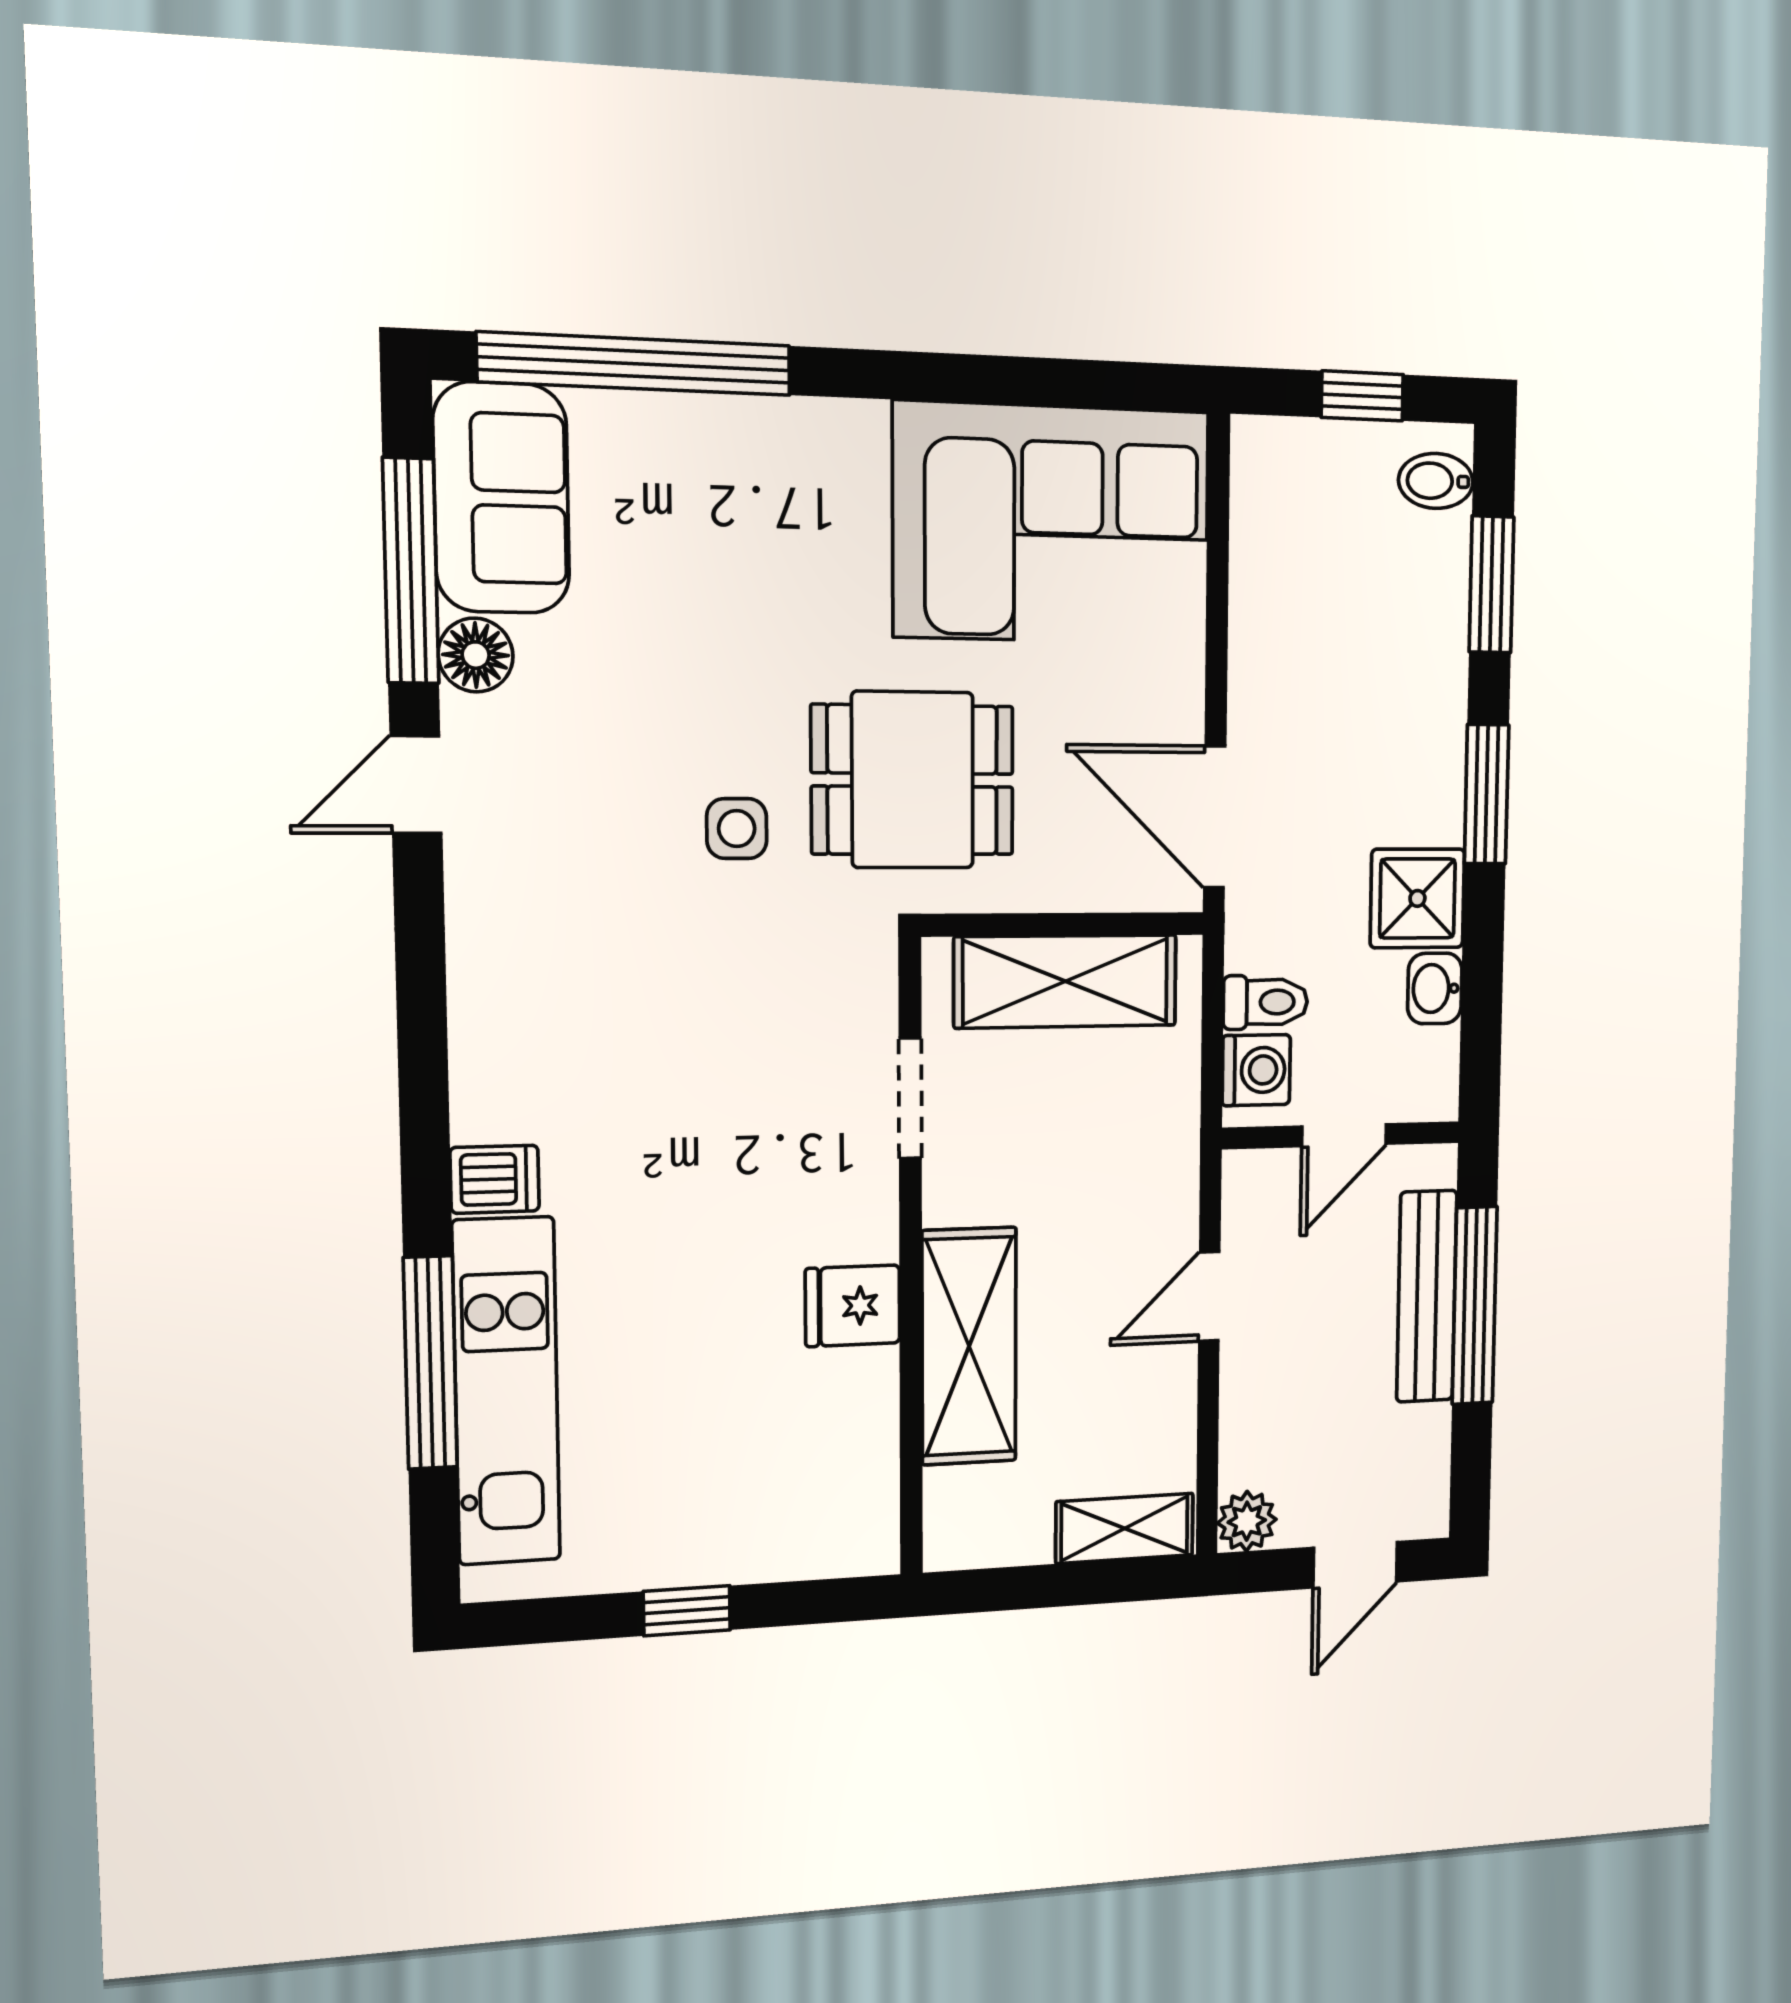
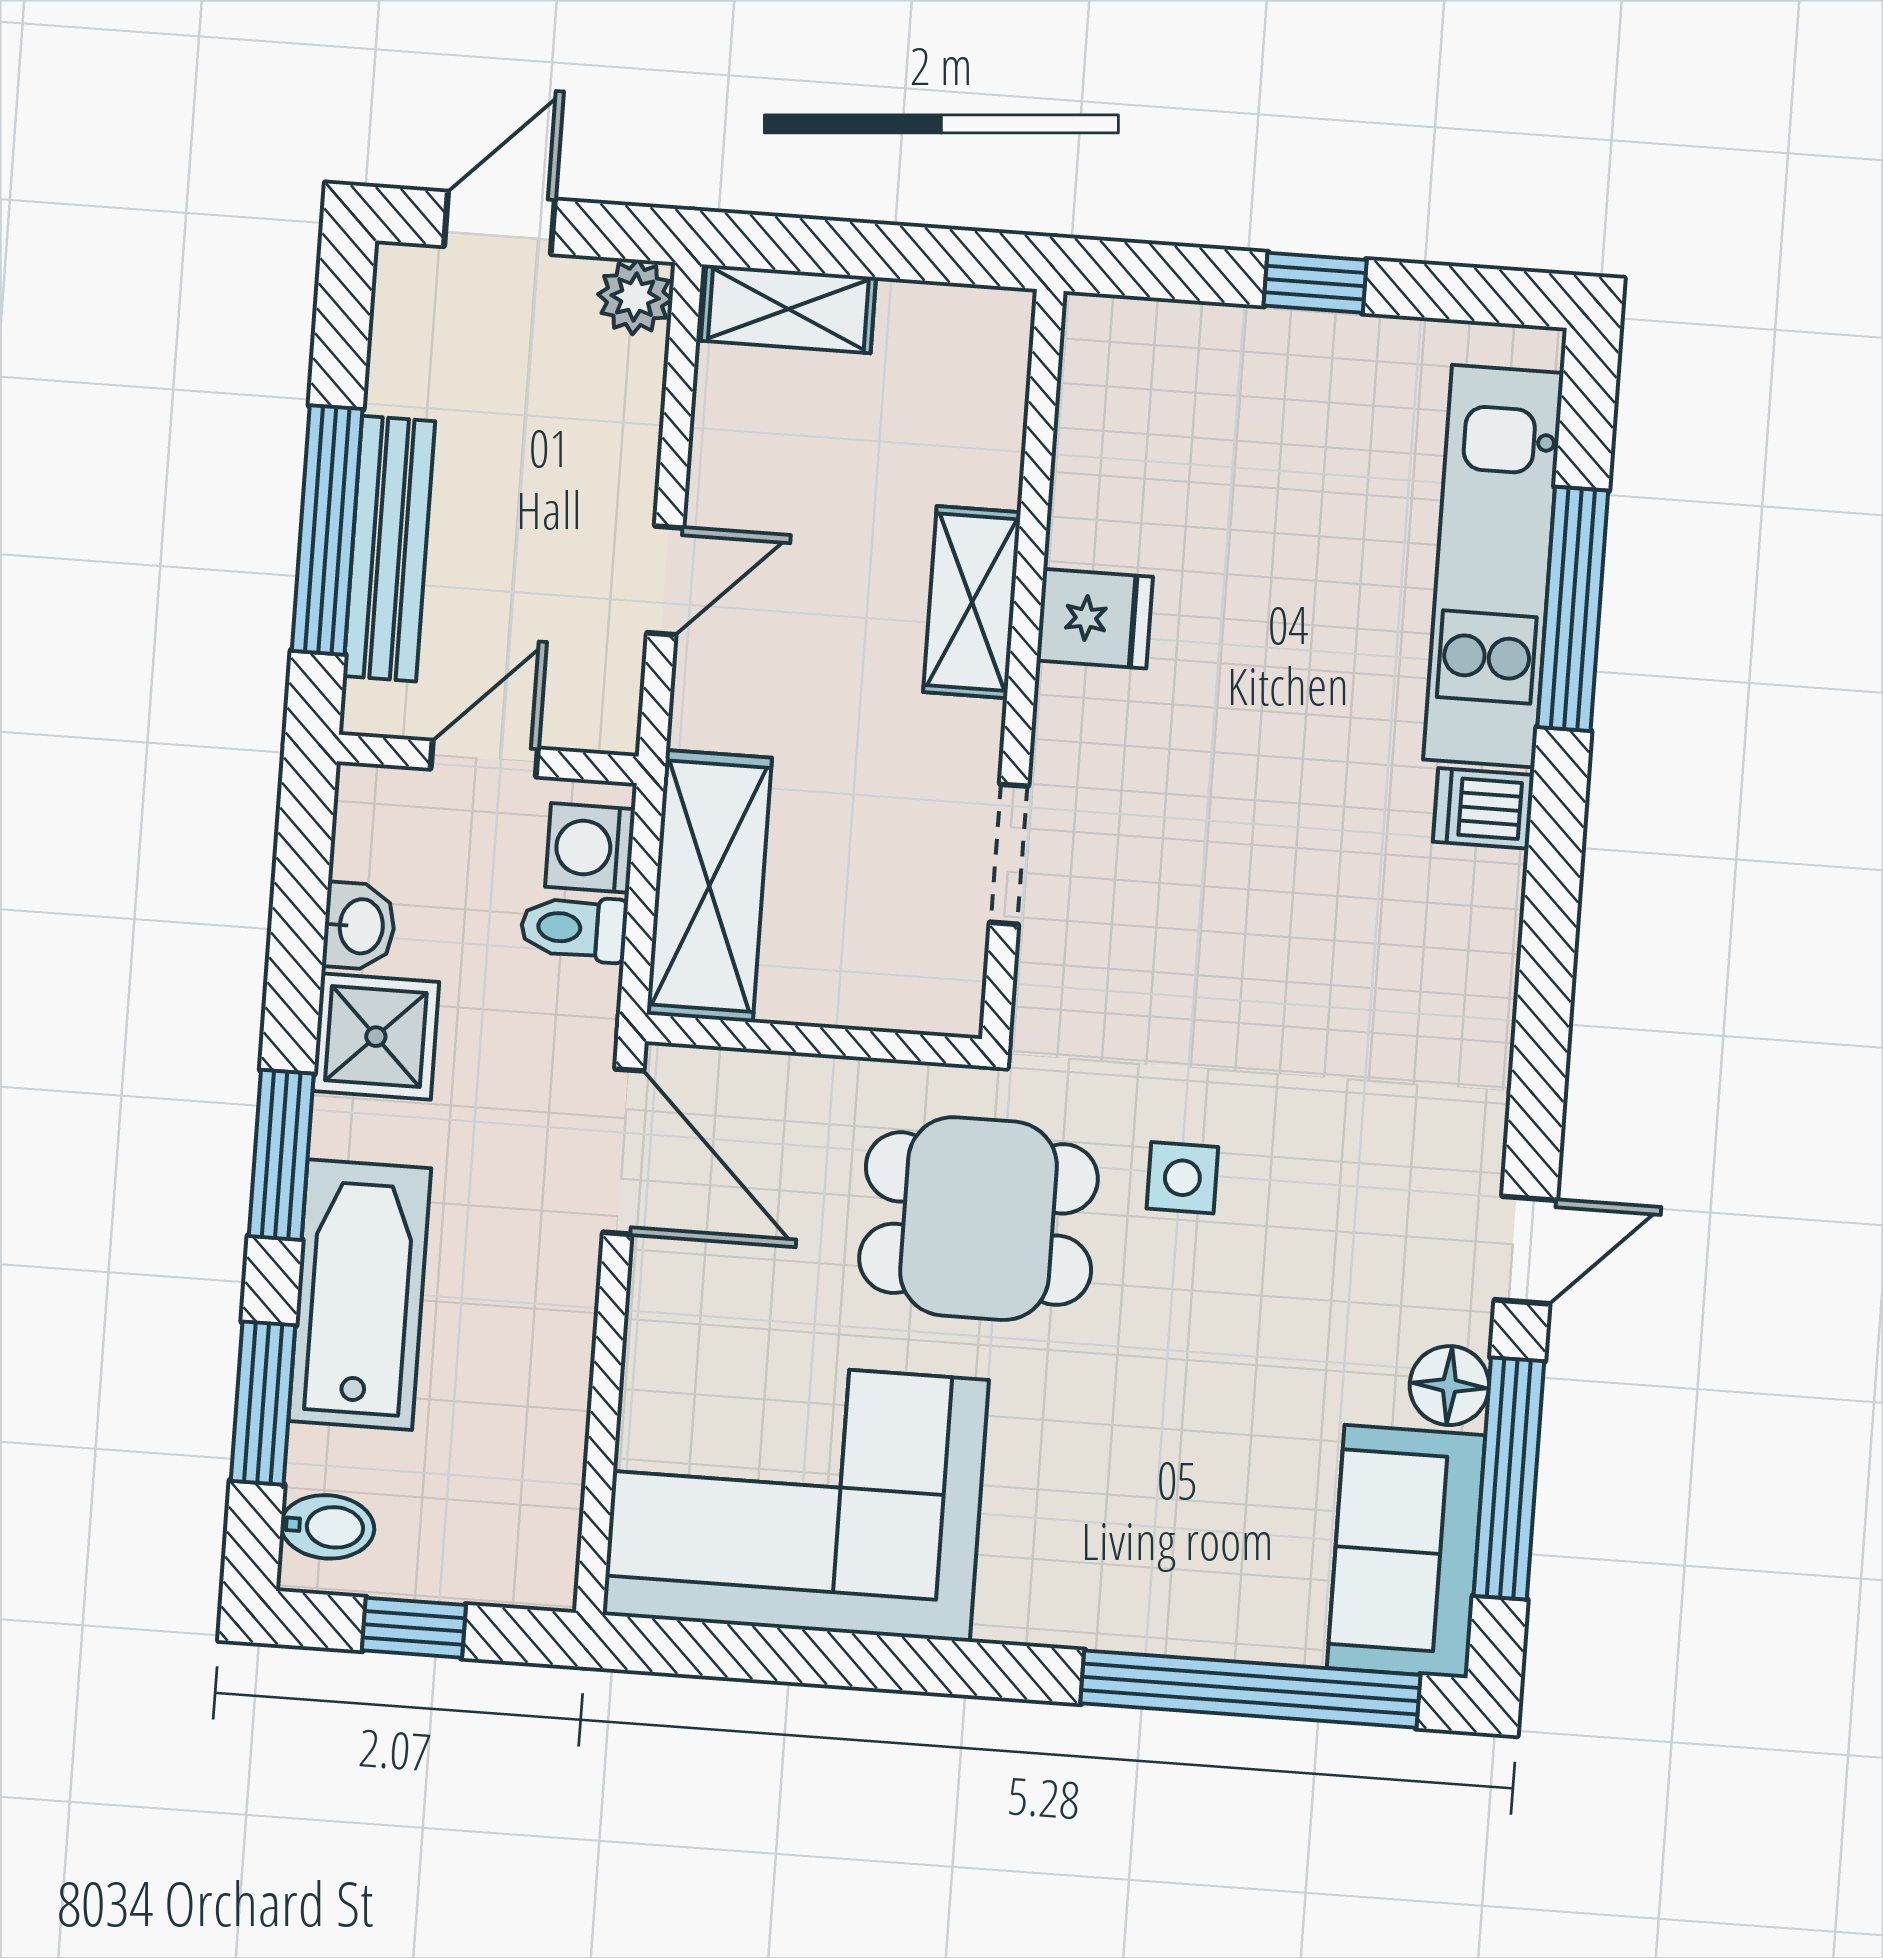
bathtub: (1420, 681) -> (360, 1295), added
shelving: (1066, 981) -> (709, 886), moved, turned 90
shelving: (969, 1346) -> (972, 602), width x0.67, depth x0.75

